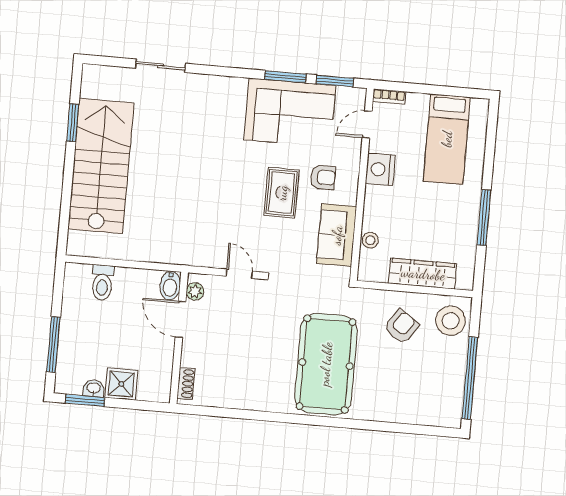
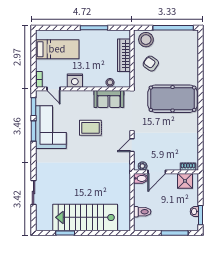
armchair: (323, 177) -> (81, 108), removed
shower: (121, 384) -> (185, 181), moved

